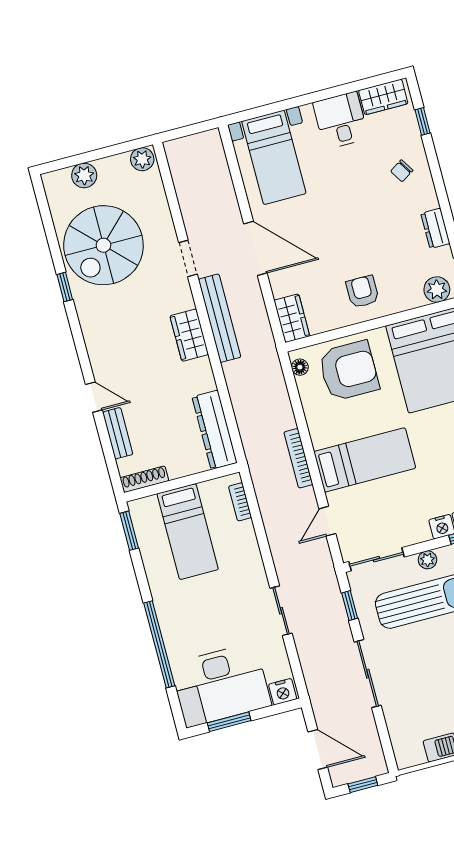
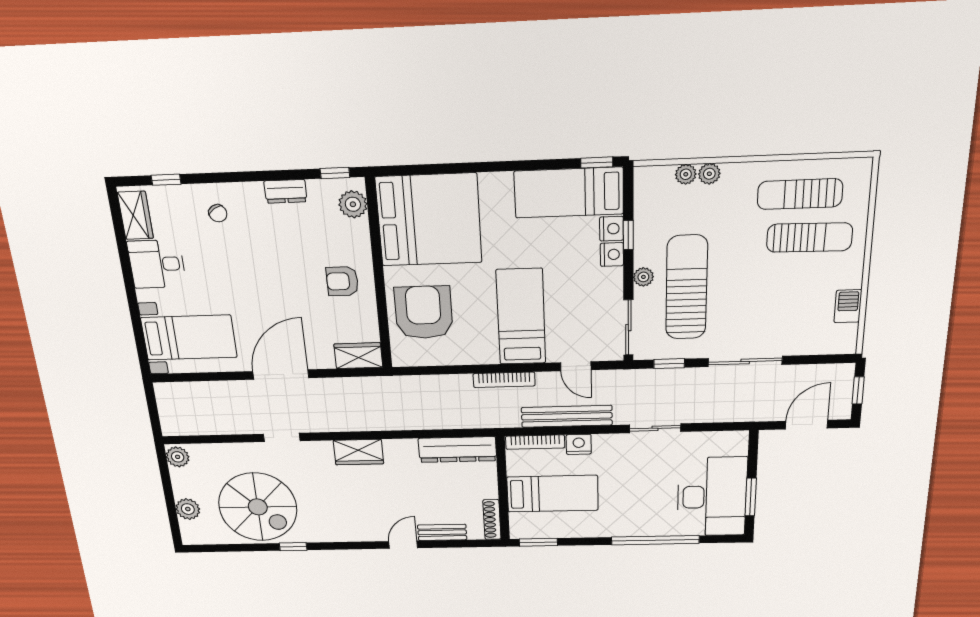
bench: (220, 318) -> (567, 416), moved
floor lamp: (300, 367) -> (410, 359), removed
bookcase: (240, 502) -> (535, 442), width x1.56
nightstand: (283, 692) -> (579, 444), moved, turned -90

